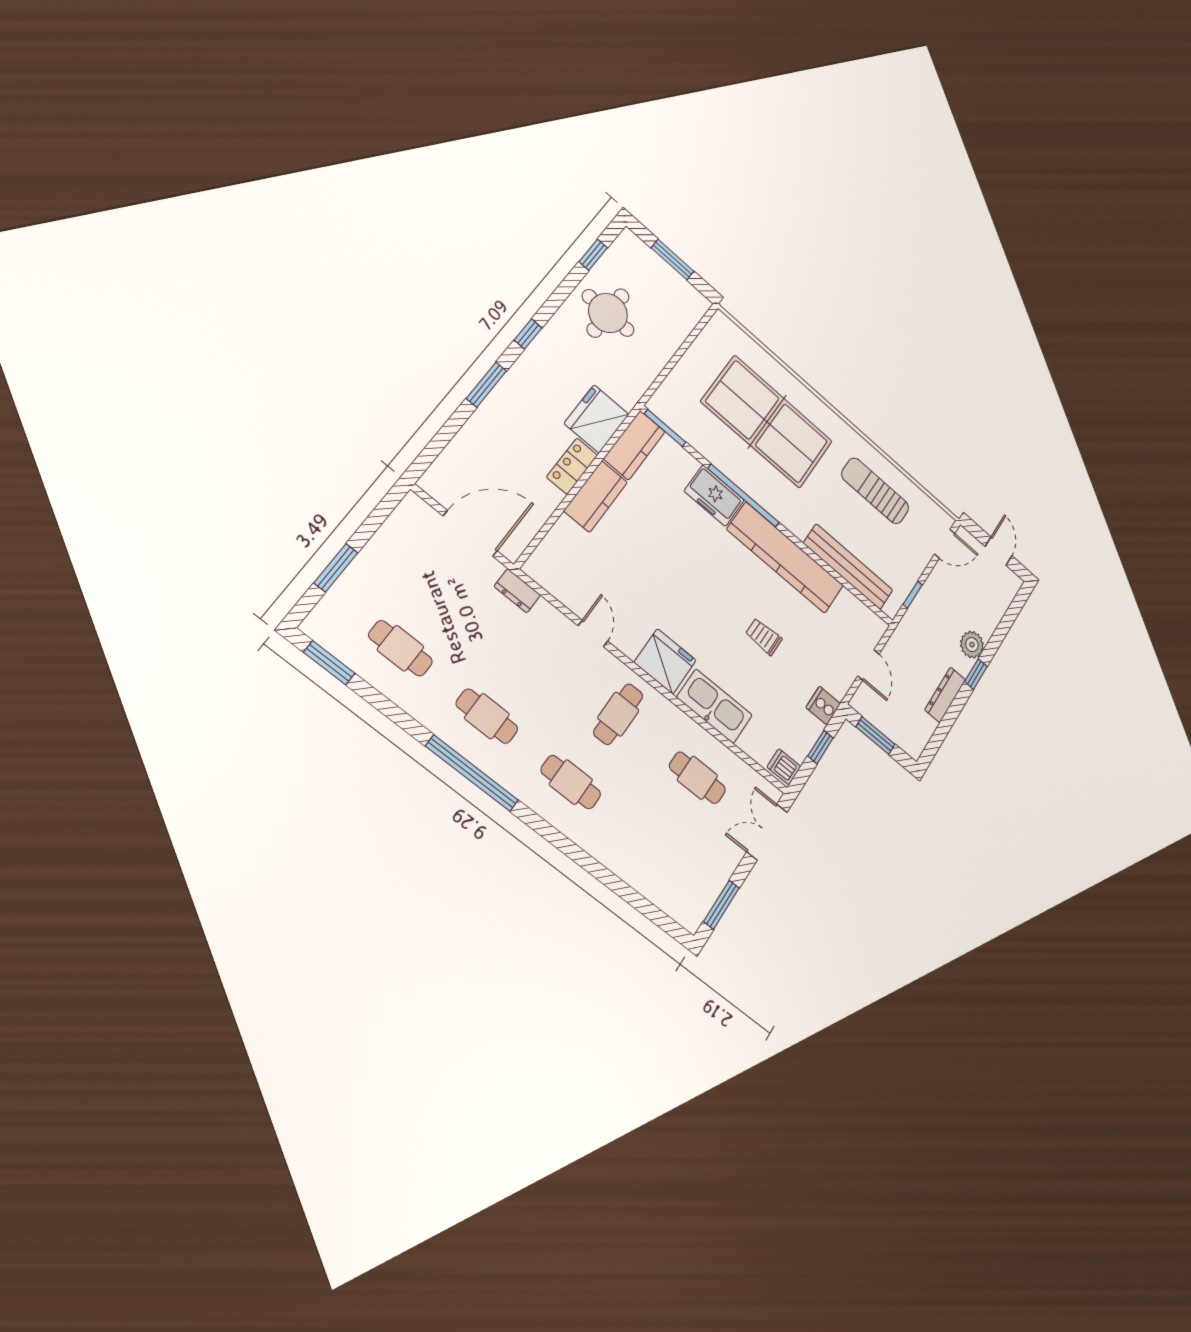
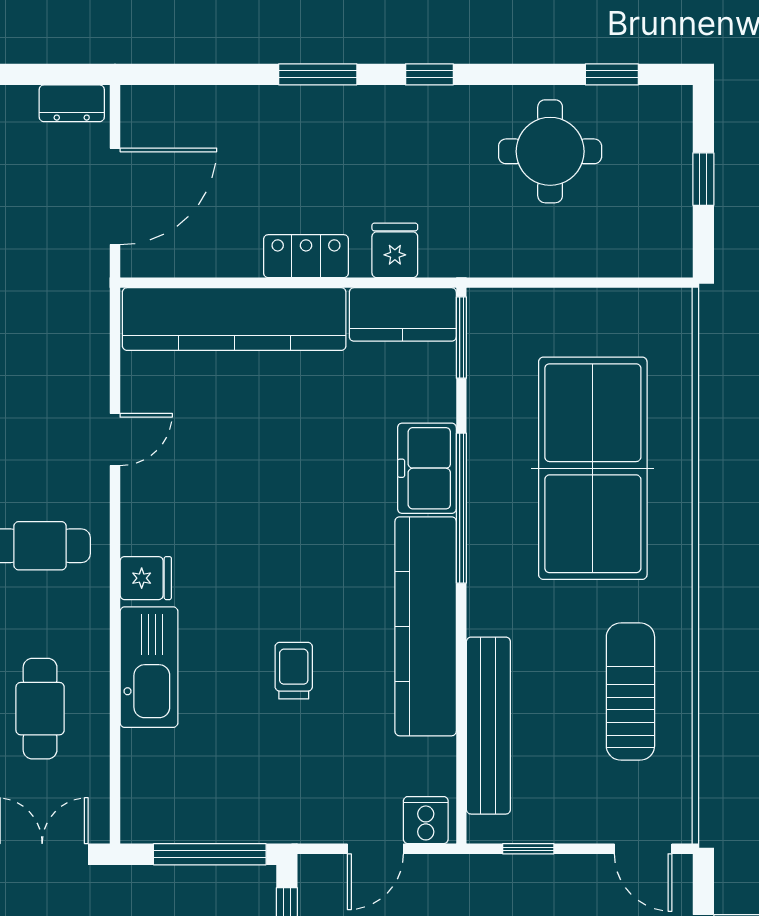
window: (673, 260) -> (703, 179), width x0.67
fridge: (597, 419) -> (395, 250), width x0.53, depth x0.75
kitchen counter: (596, 496) -> (234, 319), width x2.08, depth x1.17
door: (470, 533) -> (115, 196), hinge flipped
dresser: (517, 591) -> (72, 103), moved, turned -90
fridge: (665, 661) -> (146, 578), width x0.53, depth x0.75
cooker: (823, 706) -> (426, 820), moved
window: (820, 747) -> (210, 854), width x2.17
dishwasher: (784, 767) -> (144, 819), removed

